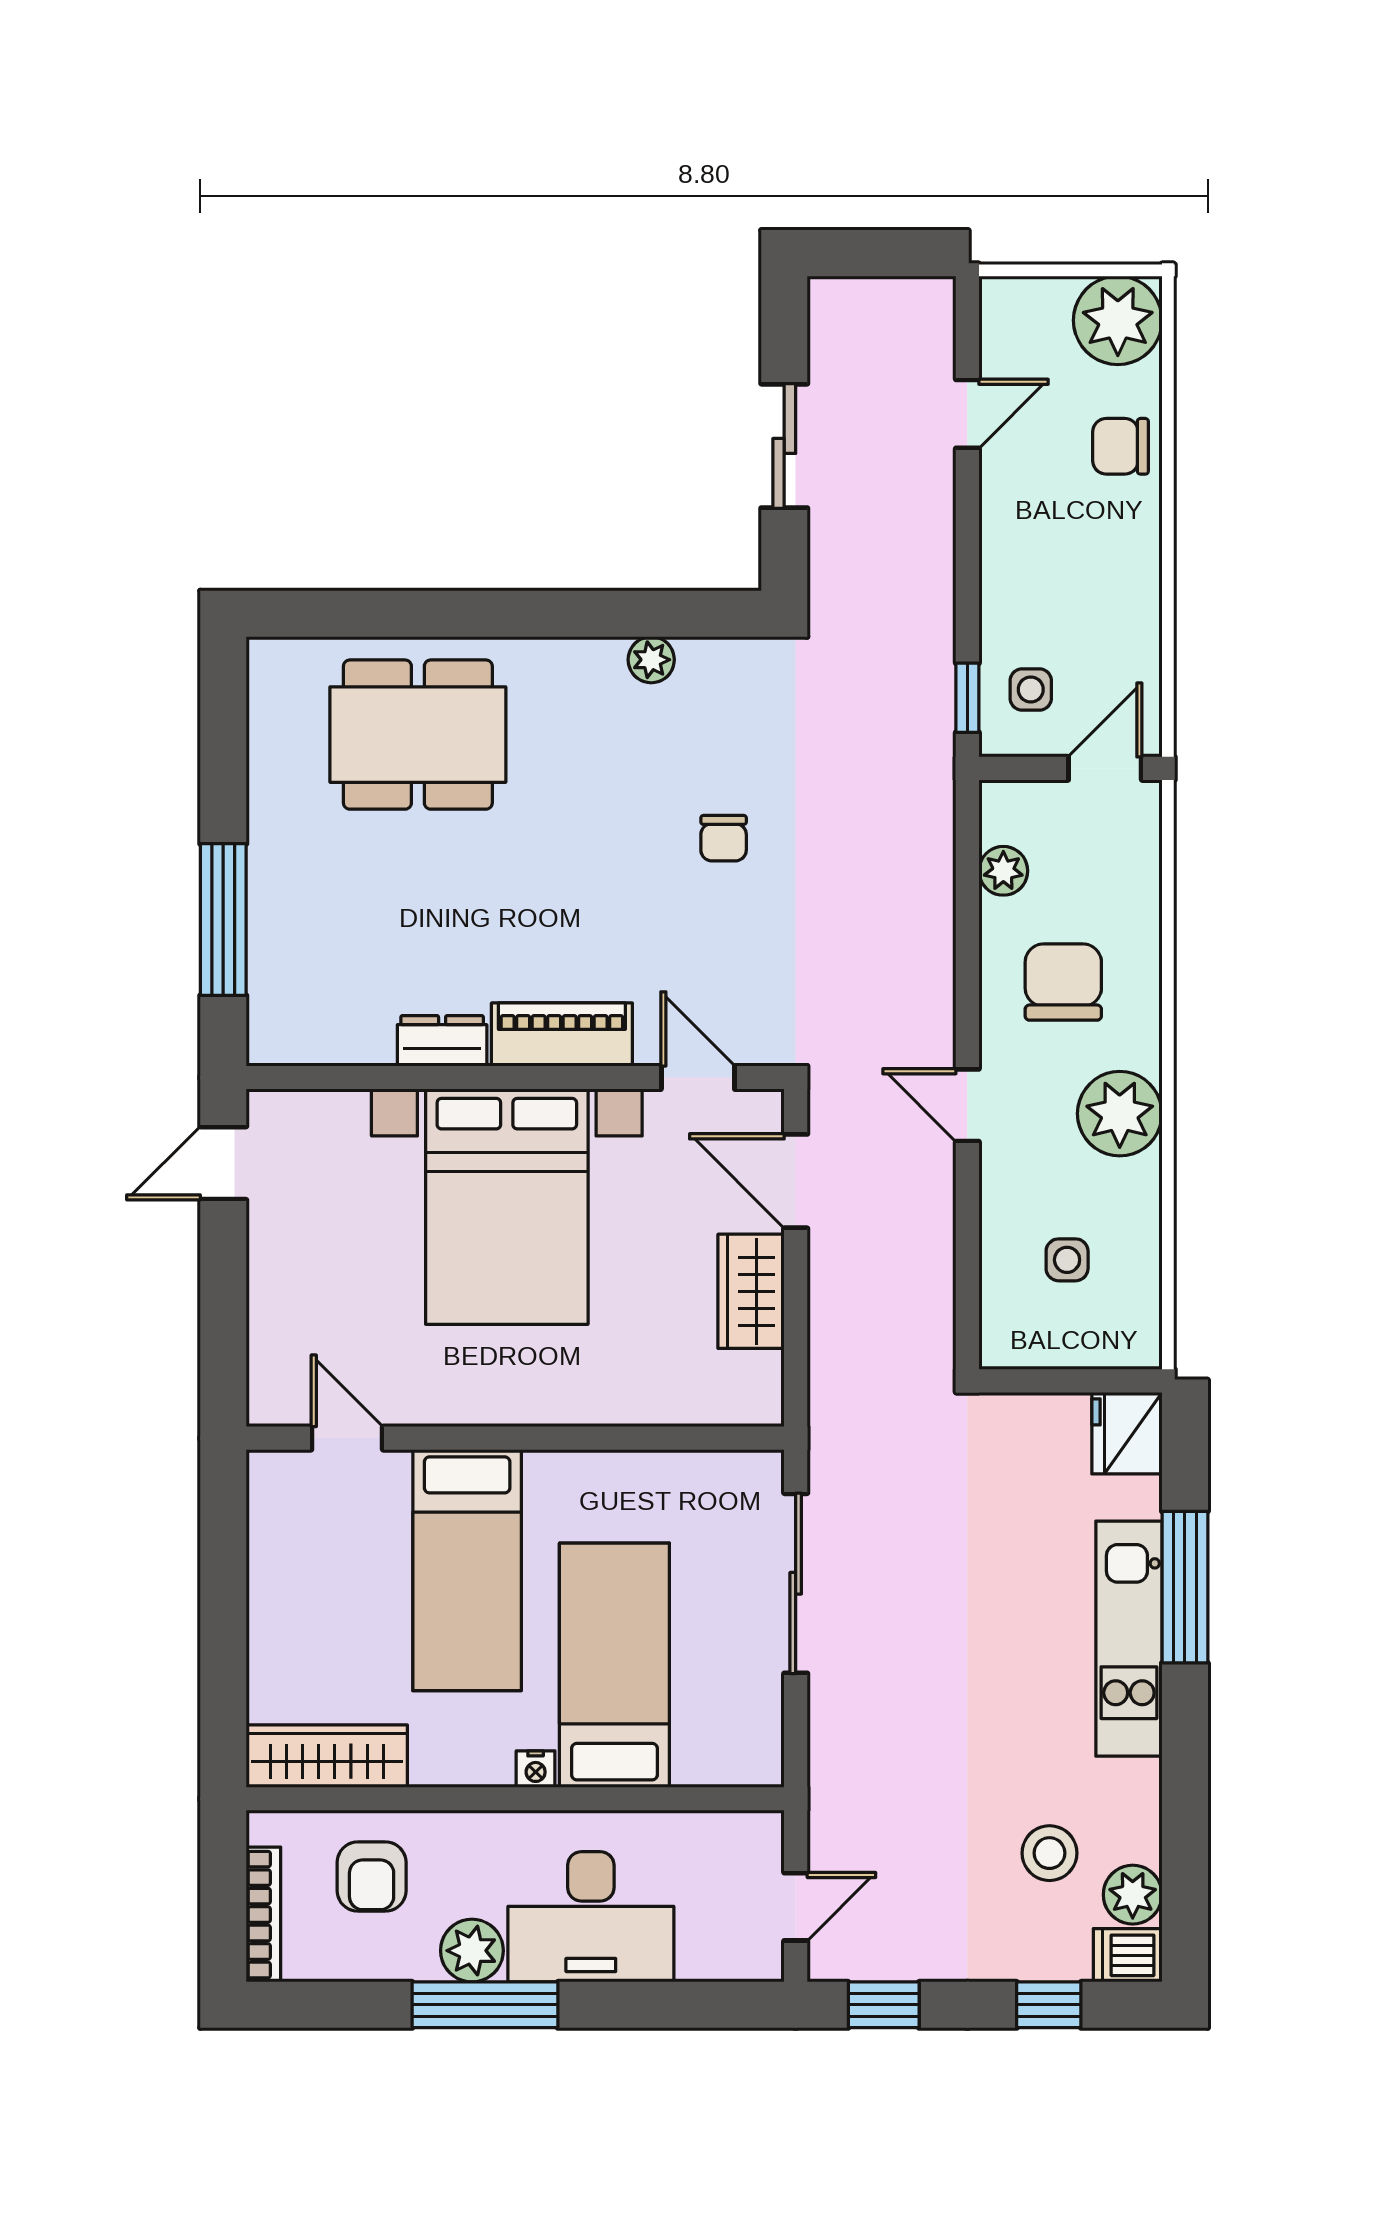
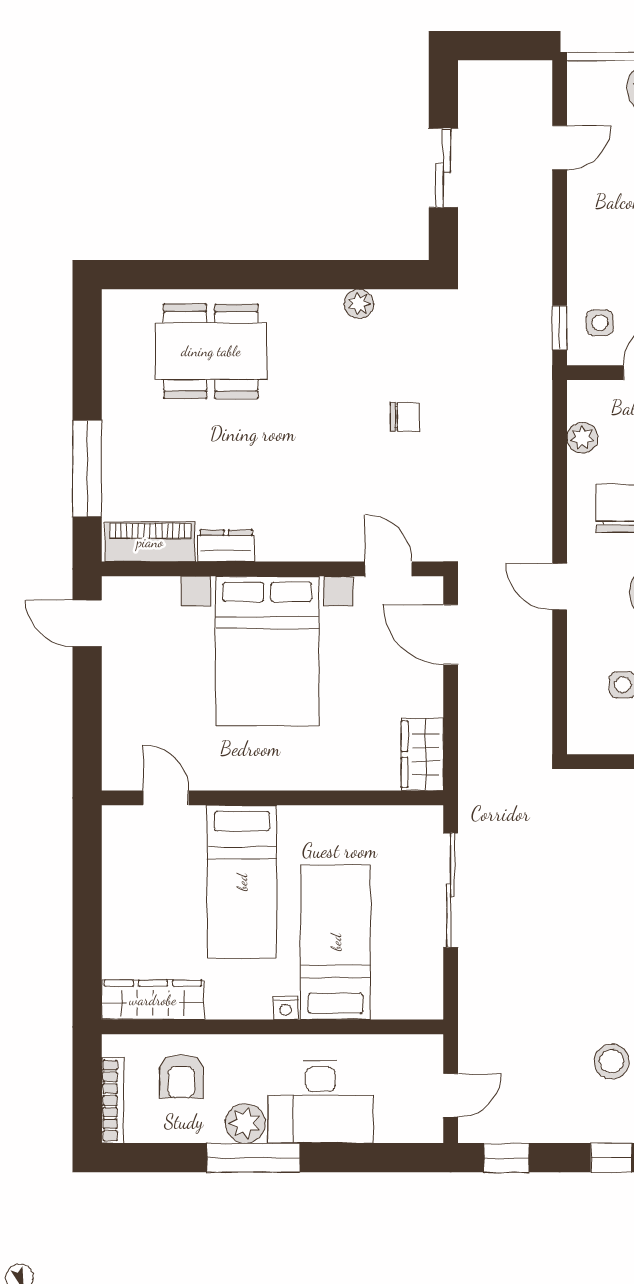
chair: (724, 838) -> (405, 417), turned -90
piano: (562, 1035) -> (150, 542), moved
door: (223, 1163) -> (87, 623), hinge flipped
wardrobe: (751, 1291) -> (422, 754), moved

